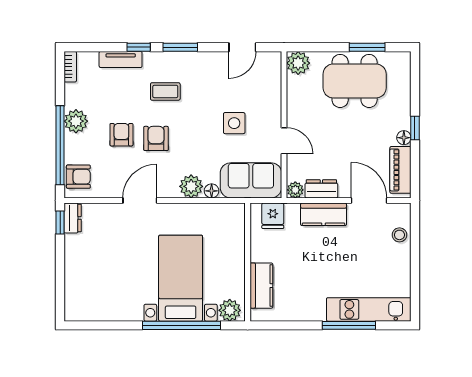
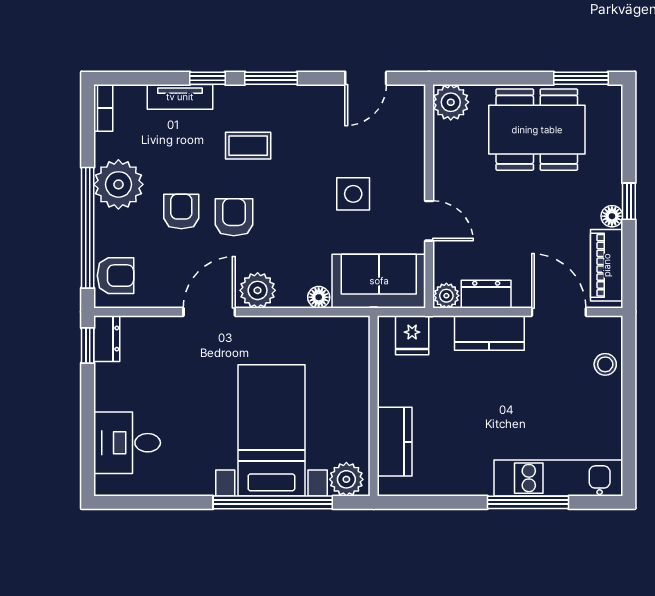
window: (367, 47) -> (581, 78), moved
plant: (76, 121) -> (118, 184), width x1.36, depth x1.36
plant: (191, 186) -> (258, 290), moved
desk: (86, 286) -> (127, 443), added

